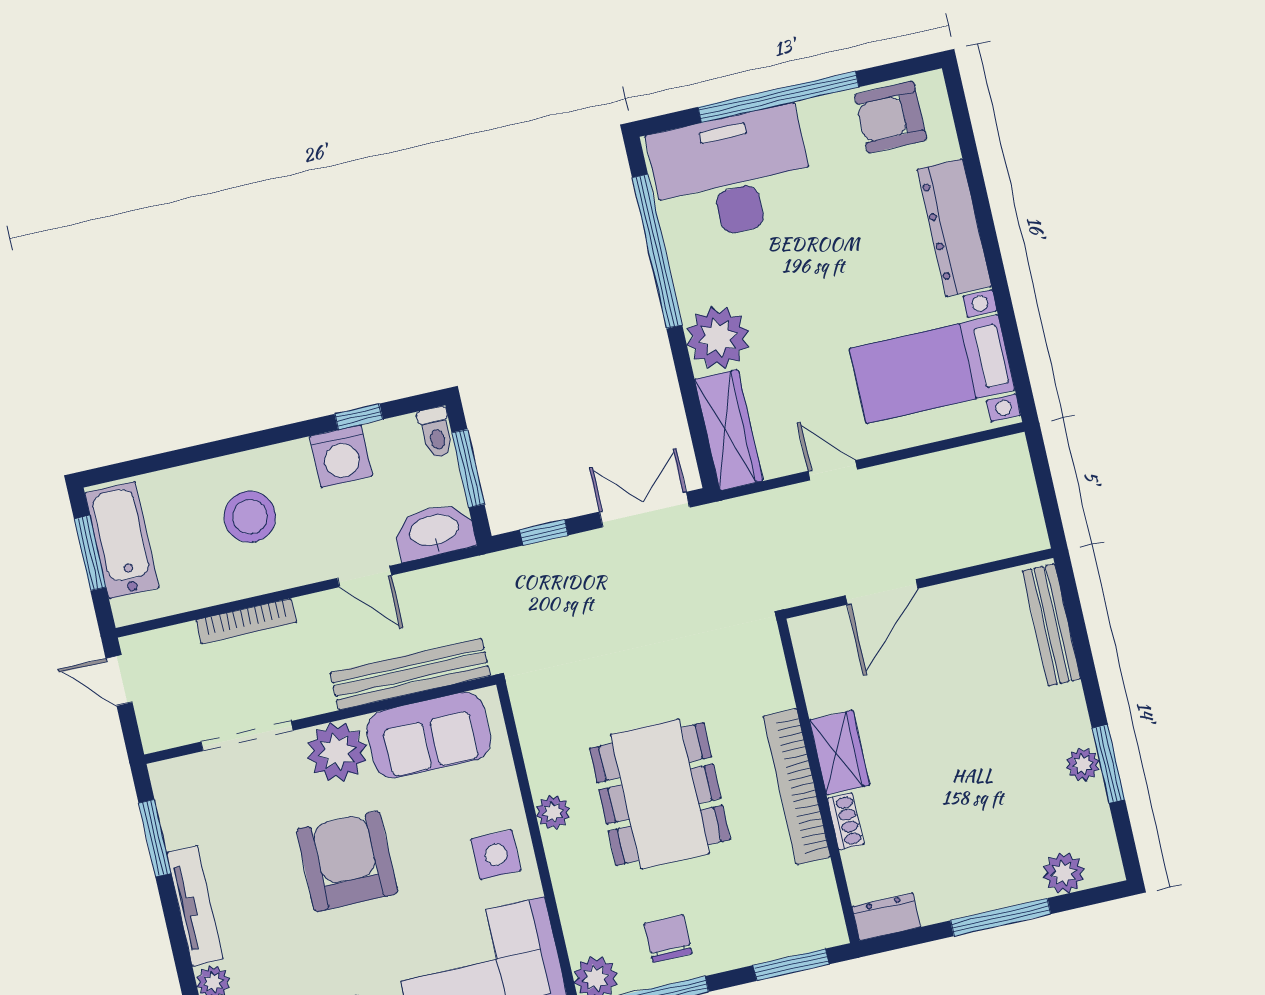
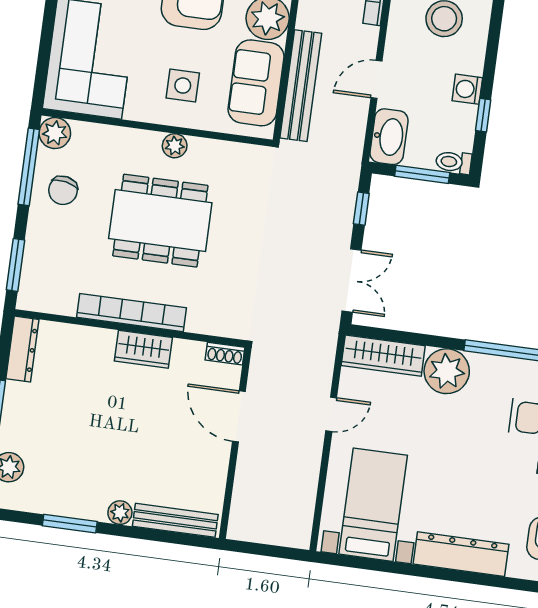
washing machine: (341, 456) -> (467, 89), width x0.73, depth x0.73
plant: (1083, 764) -> (120, 513), moved
shoe rack: (846, 821) -> (225, 354), moved
side table: (496, 855) -> (183, 86), moved
dresser: (886, 917) -> (22, 349), width x1.44
chair: (668, 939) -> (63, 190), turned 101

